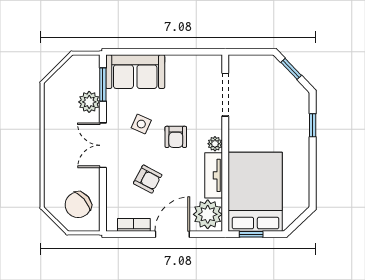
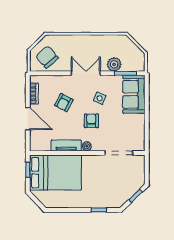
armchair: (176, 137) -> (91, 121), turned 90
plant: (208, 214) -> (41, 142), removed

